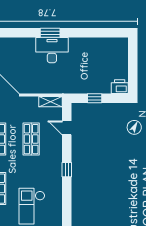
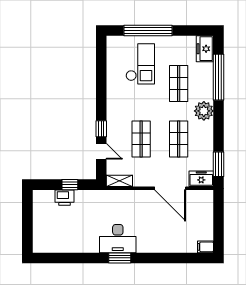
printer: (120, 87) -> (65, 198), moved
window: (67, 170) -> (101, 129), moved

